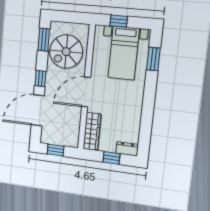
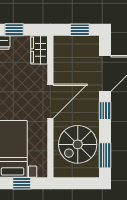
spiral stairs: (66, 52) -> (78, 144), turned 180
wardrobe: (92, 132) -> (39, 50), width x0.67

